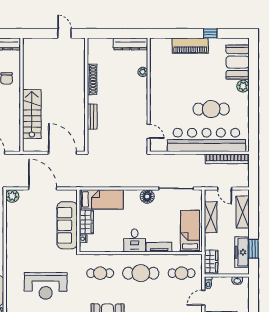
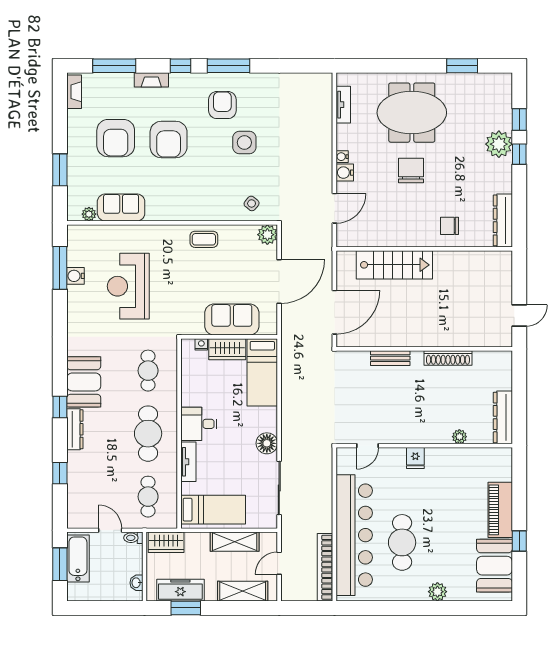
booth: (238, 62) -> (495, 566), moved, turned 90
fridge: (157, 100) -> (415, 458), added
sofa: (67, 225) -> (232, 319), width x0.73
coffee table: (15, 237) -> (204, 239), added

